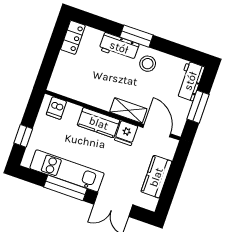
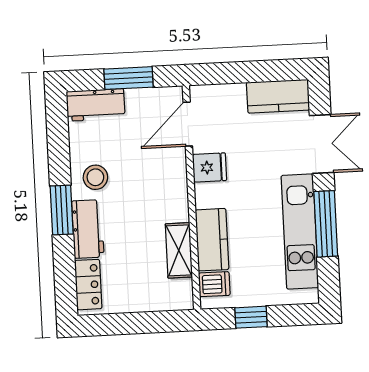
locker: (73, 37) -> (88, 285), moved, turned 90
shelving: (128, 110) -> (179, 250), moved
kitchen counter: (99, 123) -> (212, 240), moved
window: (23, 136) -> (251, 317), moved
kitchen counter: (156, 177) -> (278, 96), moved

